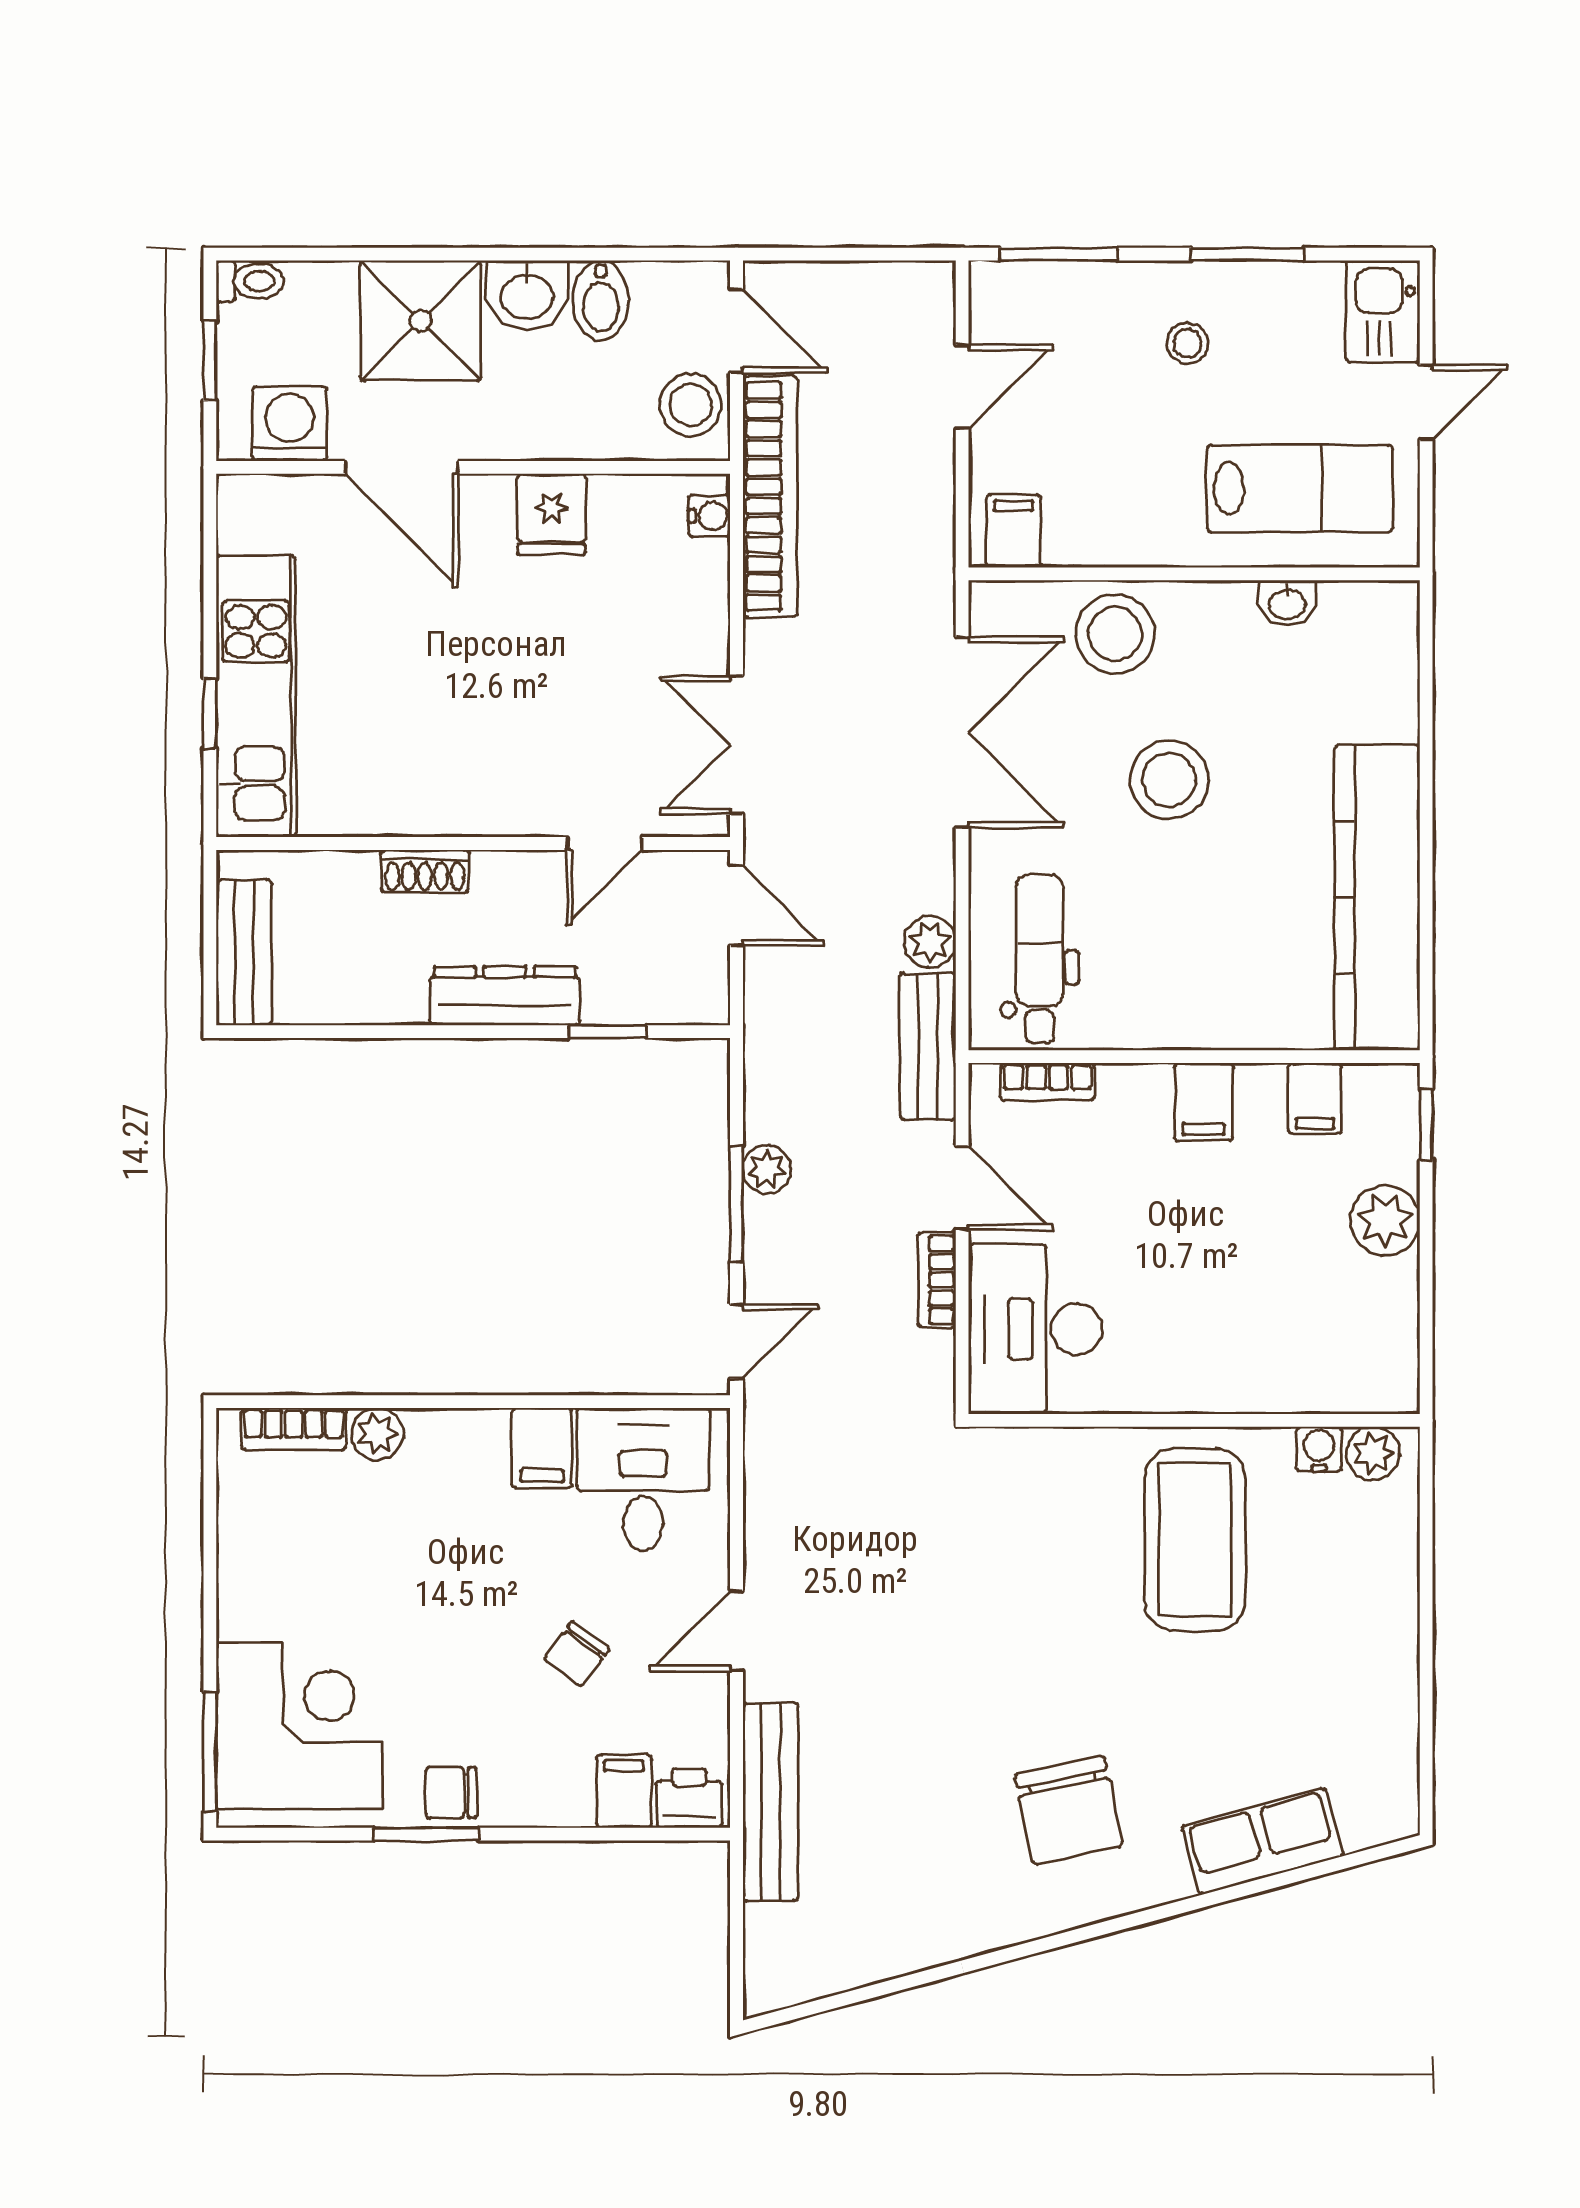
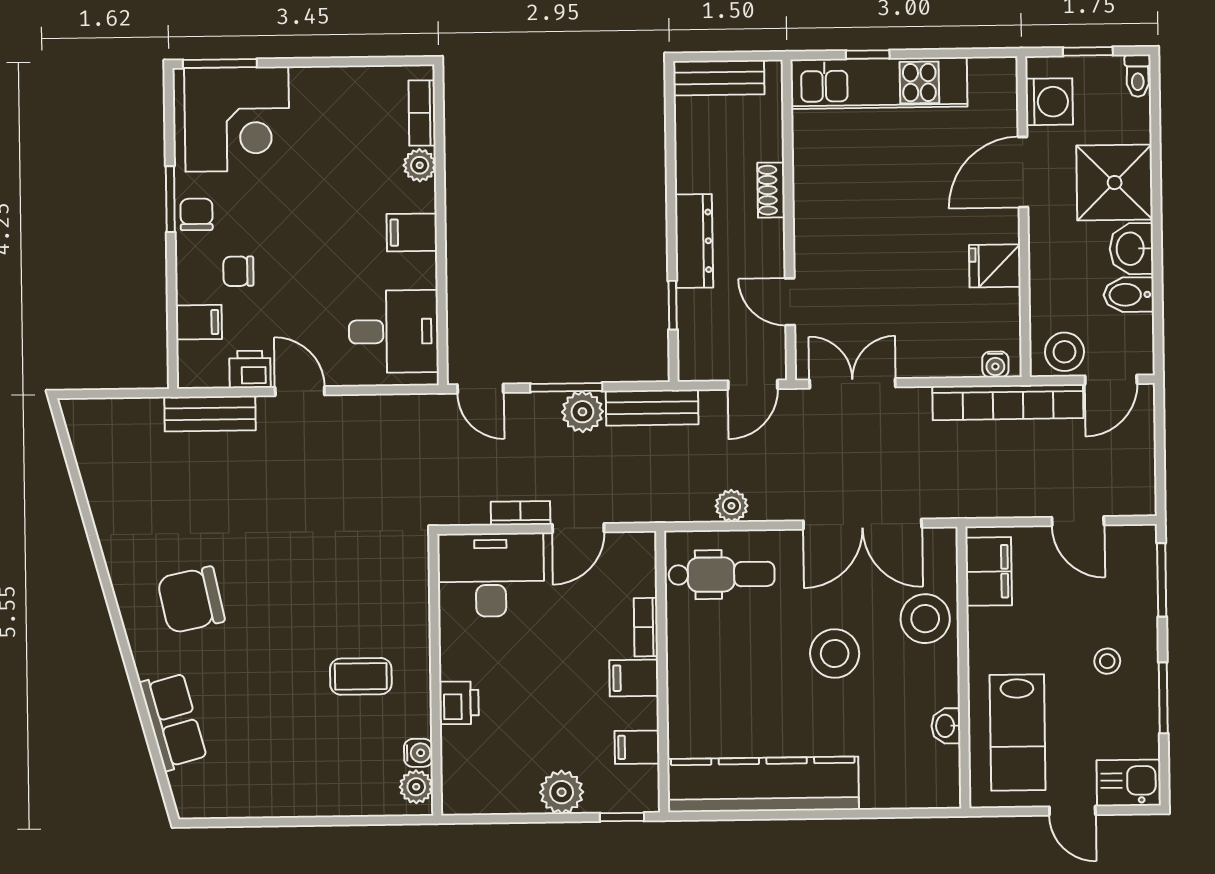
filing cabinet: (1014, 531) -> (989, 571), width x2.00
bench: (928, 1046) -> (652, 408), moved
bookcase: (1047, 1082) -> (646, 627), moved
plant: (767, 1169) -> (582, 412), width x1.38, depth x1.38
printer: (1240, 1383) -> (459, 703), added
filing cabinet: (542, 1448) -> (412, 232), moved
coffee table: (1195, 1540) -> (361, 676), width x0.54, depth x0.58
chair: (577, 1654) -> (238, 271), moved, turned -37
printer: (689, 1798) -> (250, 369), moved, turned -90
bench: (771, 1802) -> (210, 414), width x0.73

